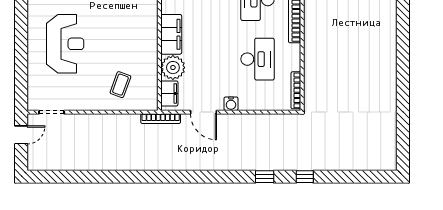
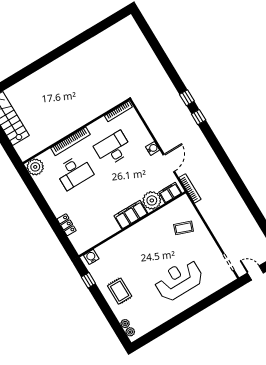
window: (305, 177) -> (199, 117), moved

